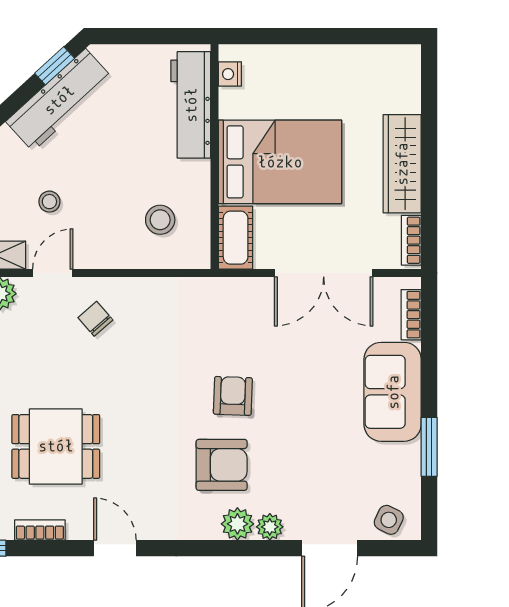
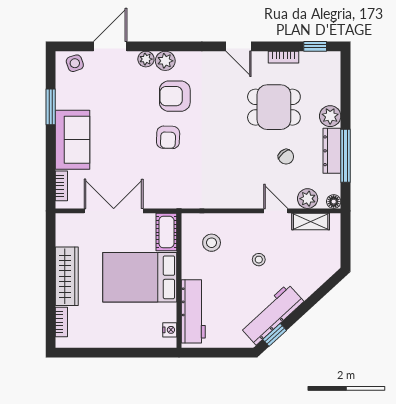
stool: (49, 202) -> (259, 260), moved
bookcase: (411, 240) -> (61, 322), moved
door: (53, 273) -> (276, 211), swing flipped
chair: (95, 319) -> (286, 157), moved
side table: (389, 520) -> (75, 63), turned 45

